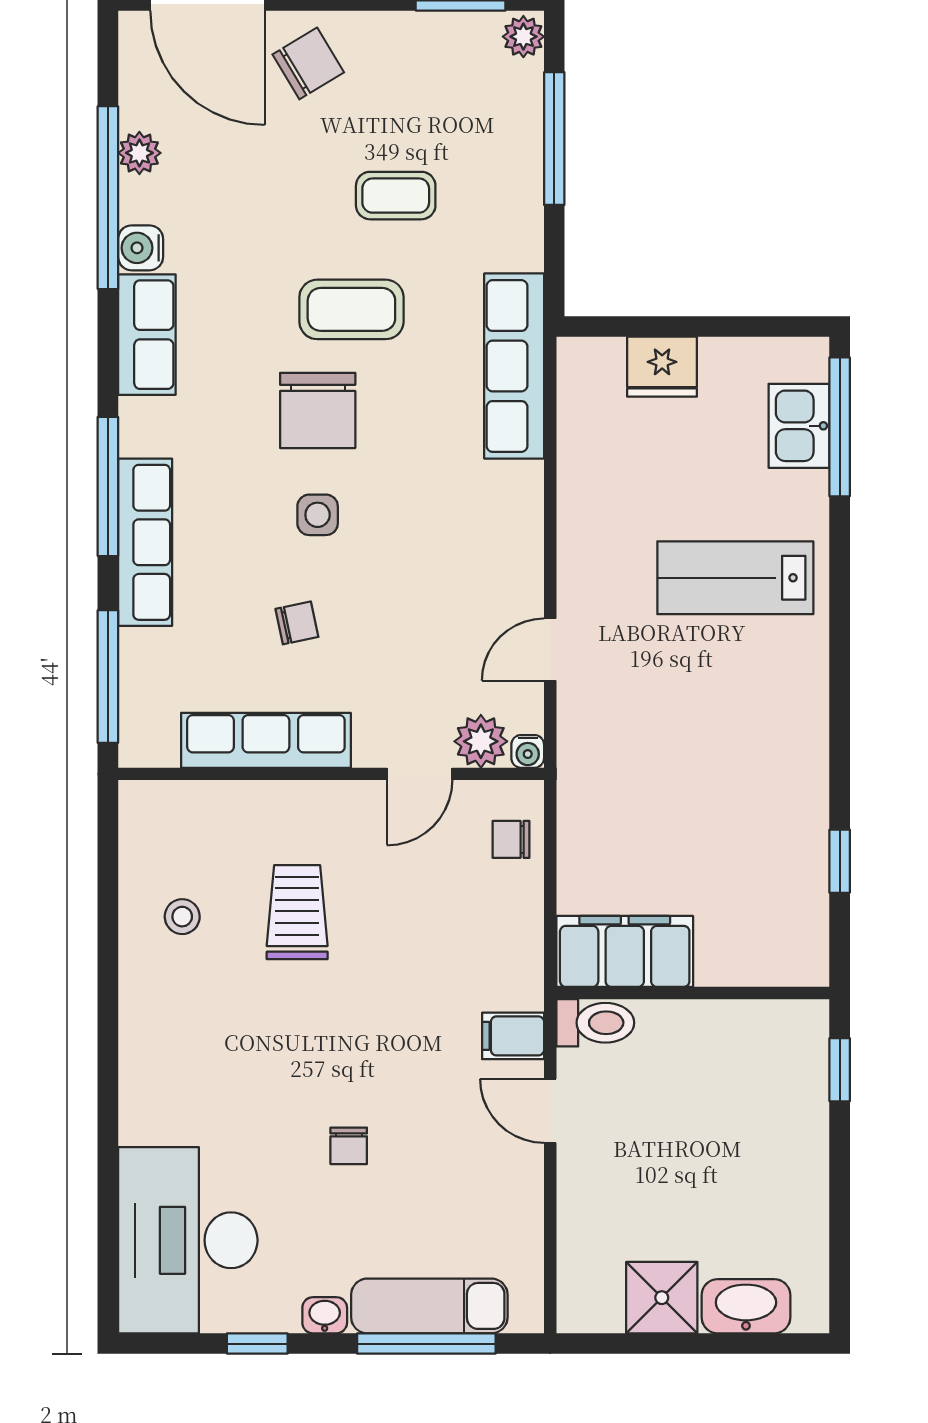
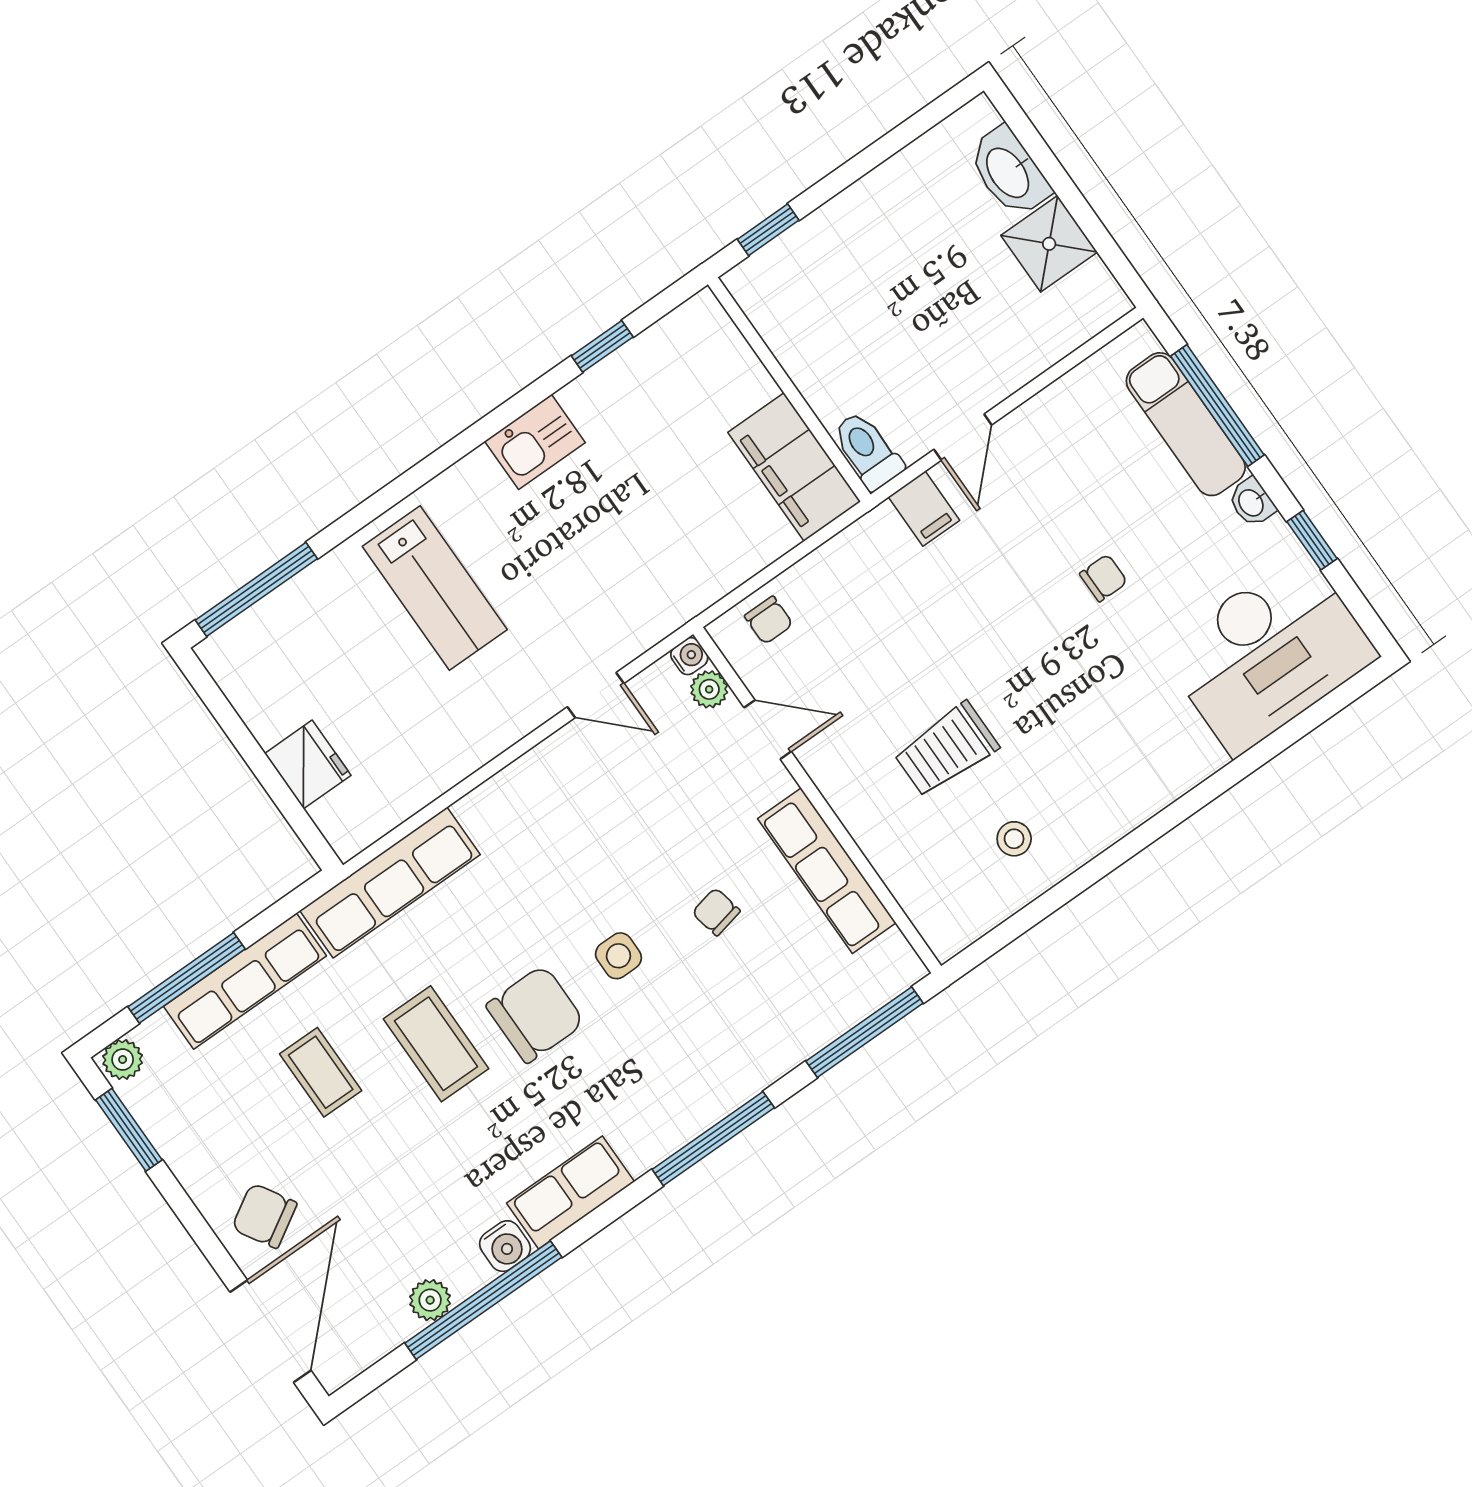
kitchen sink: (799, 426) -> (535, 442), moved
row of seats: (145, 542) -> (245, 981), moved, turned 180
plant: (481, 741) -> (709, 689), width x0.73, depth x0.73

